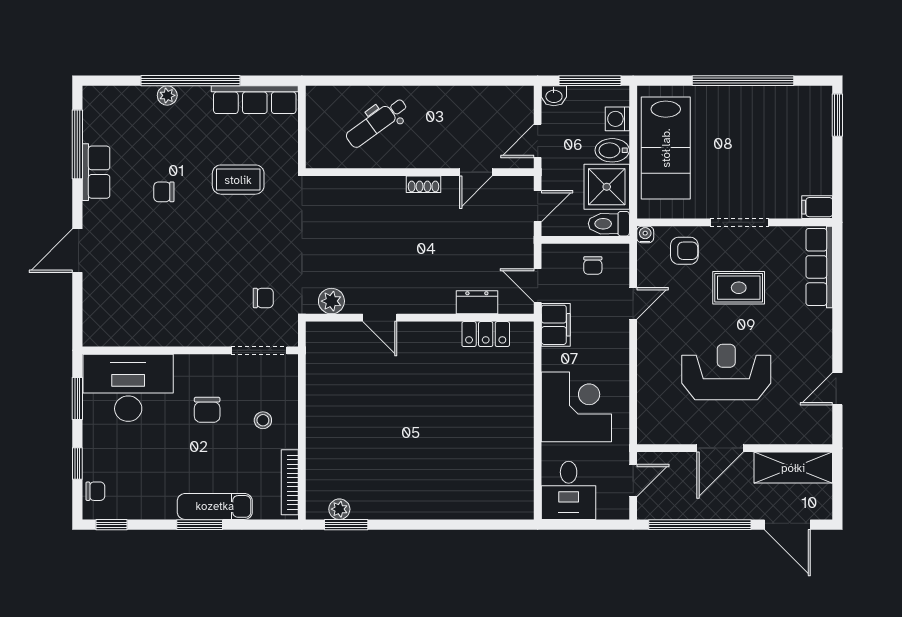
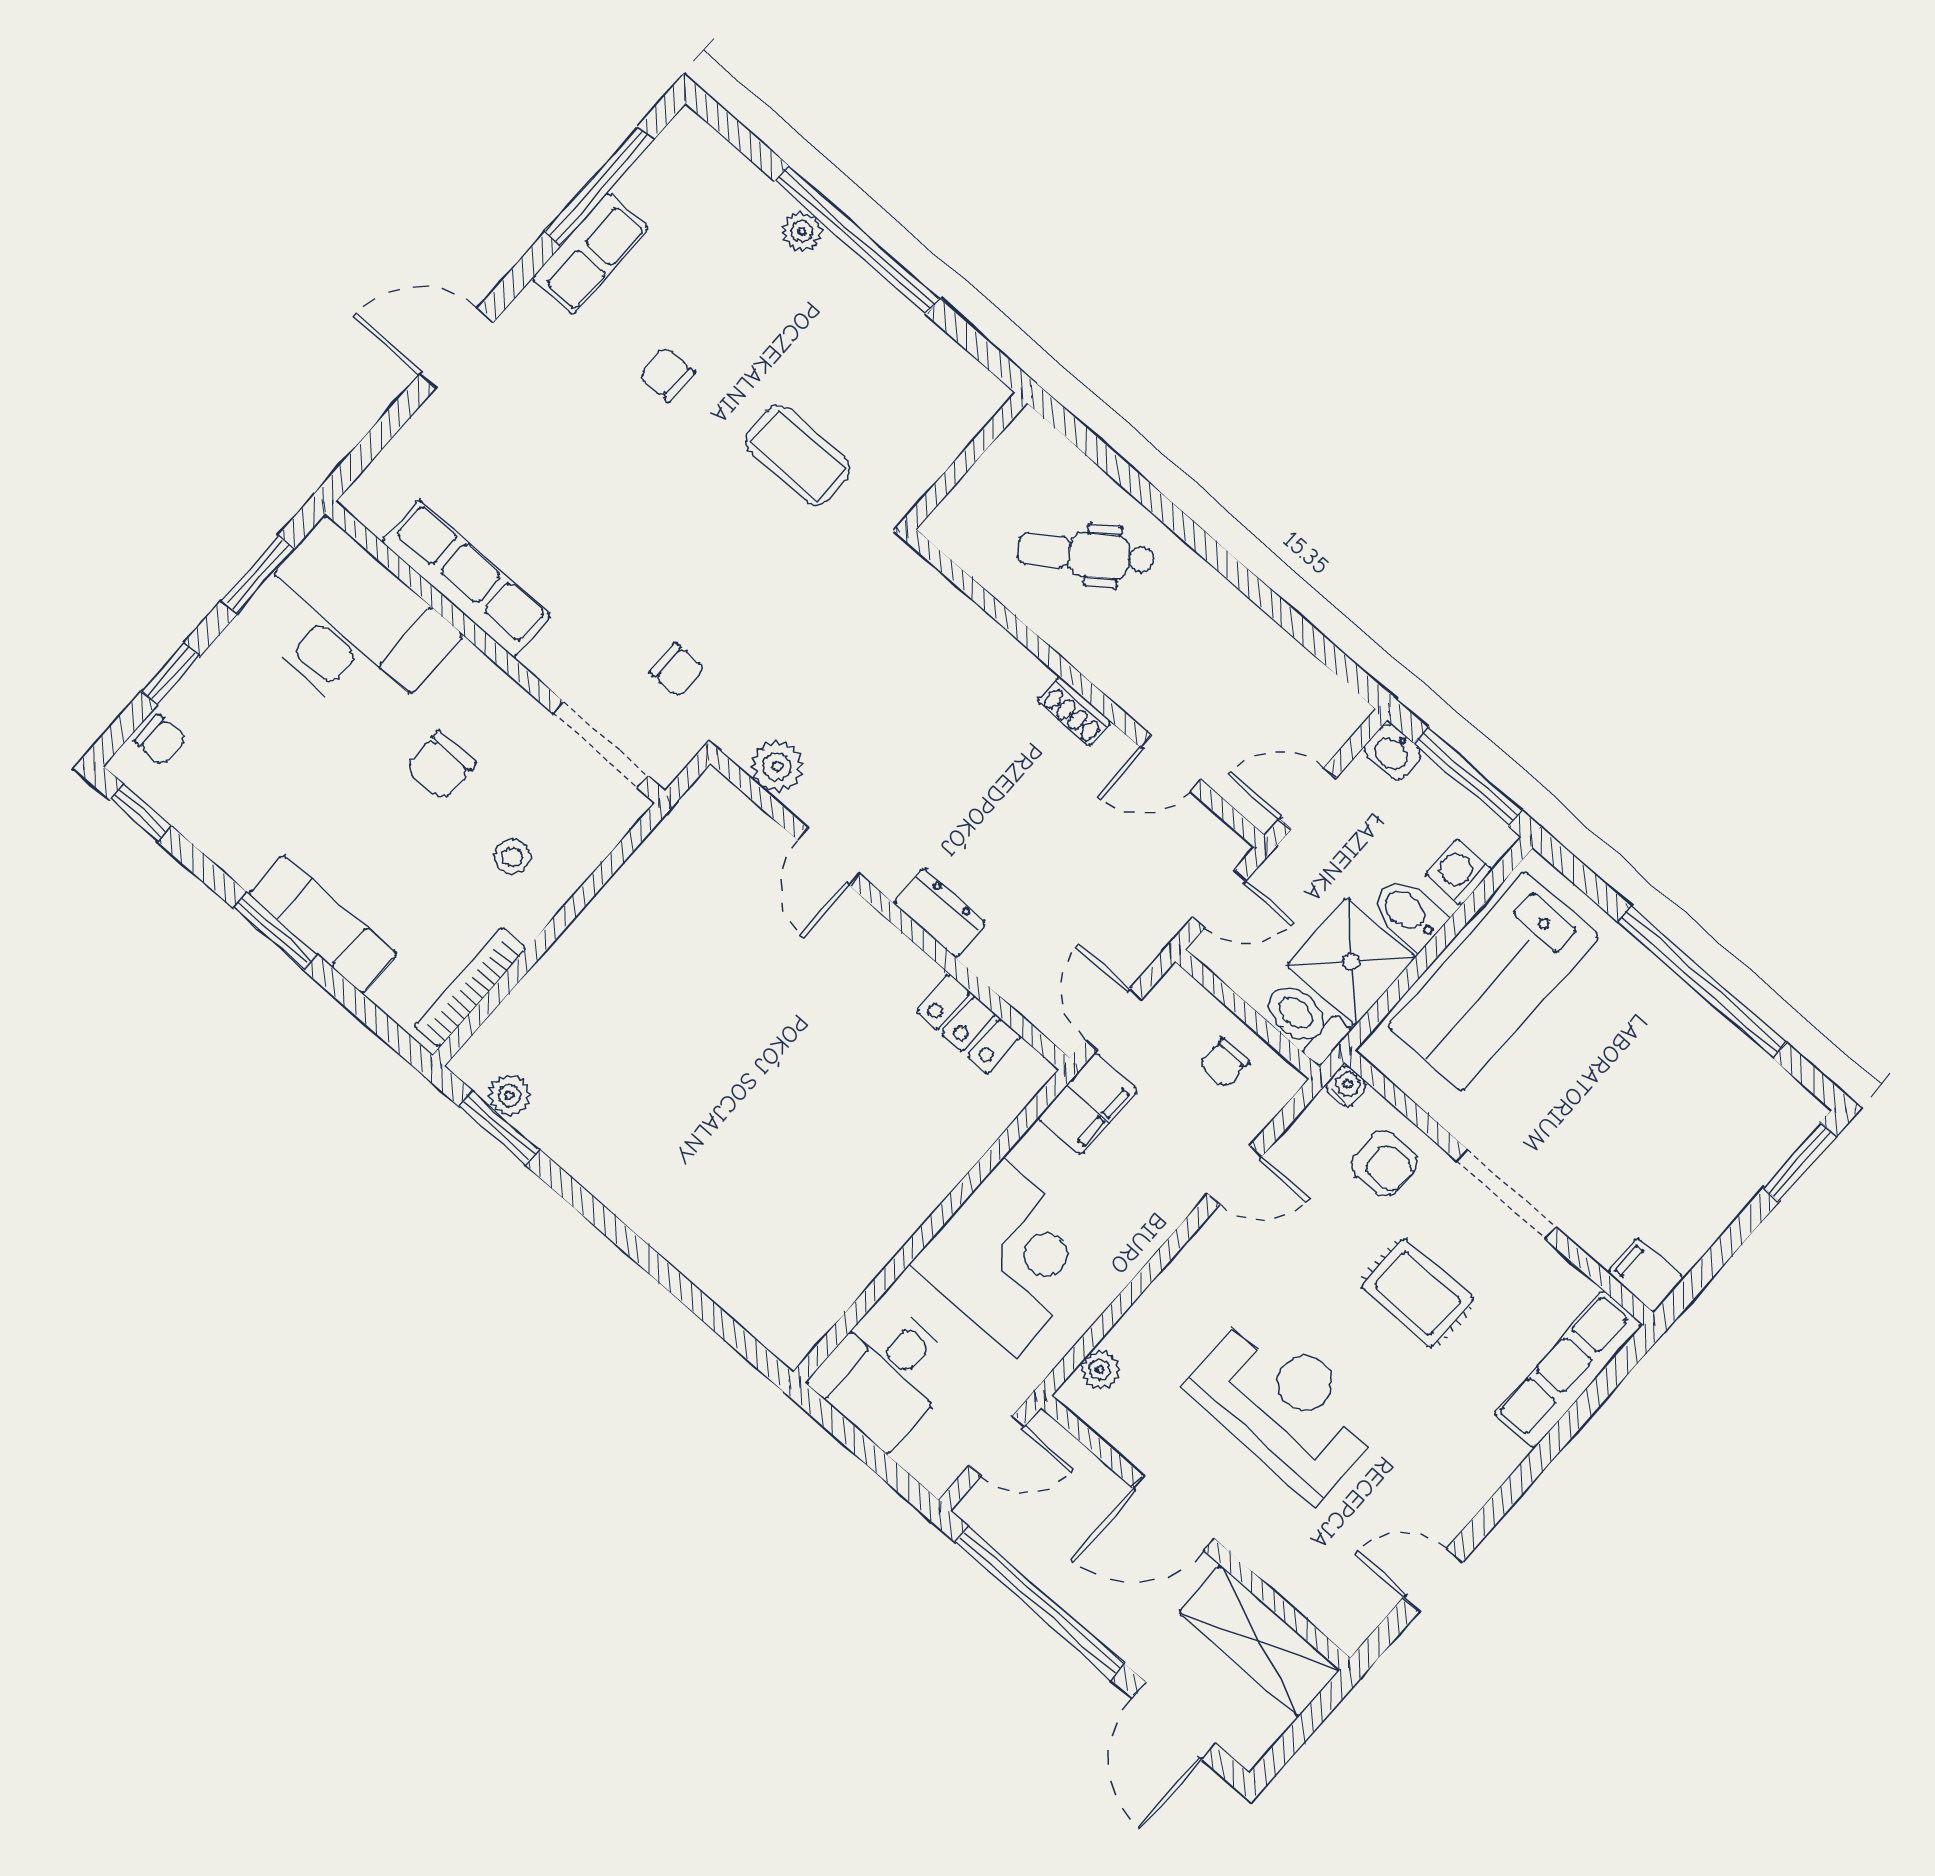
row of seats: (255, 100) -> (466, 579), moved, turned 180
dresser: (477, 302) -> (939, 913), moved
plant: (646, 419) -> (1100, 1370), added

